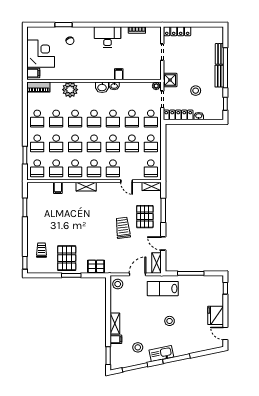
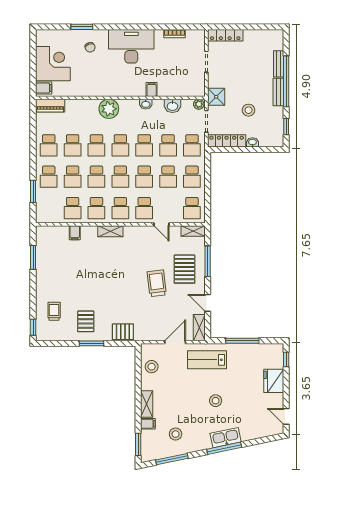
desk: (107, 37) -> (131, 46), width x1.36, depth x1.30
washbasin: (102, 87) -> (172, 106), moved
plant: (70, 90) -> (109, 109), moved
school desk: (37, 168) -> (49, 208), removed
pallet: (67, 258) -> (86, 321), width x0.67, depth x0.71
stool: (118, 284) -> (152, 367), moved
fridge: (216, 315) -> (274, 381), moved
kitchen sink: (161, 354) -> (226, 438), moved

